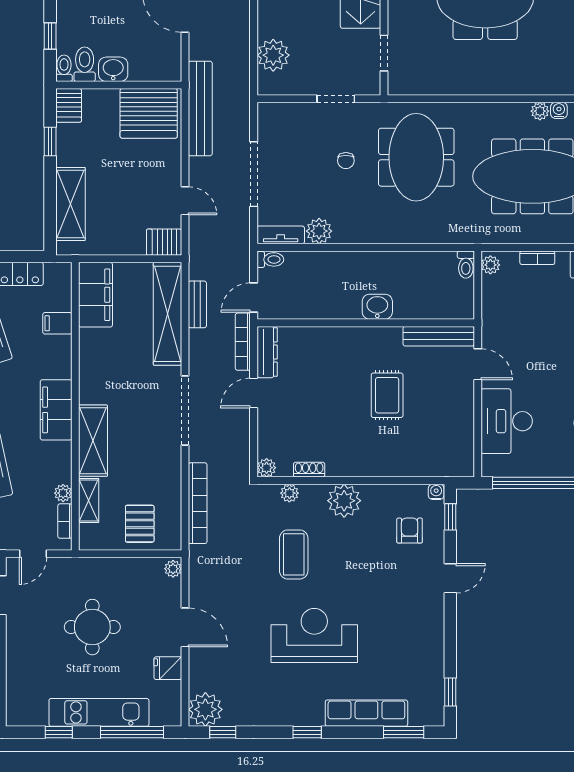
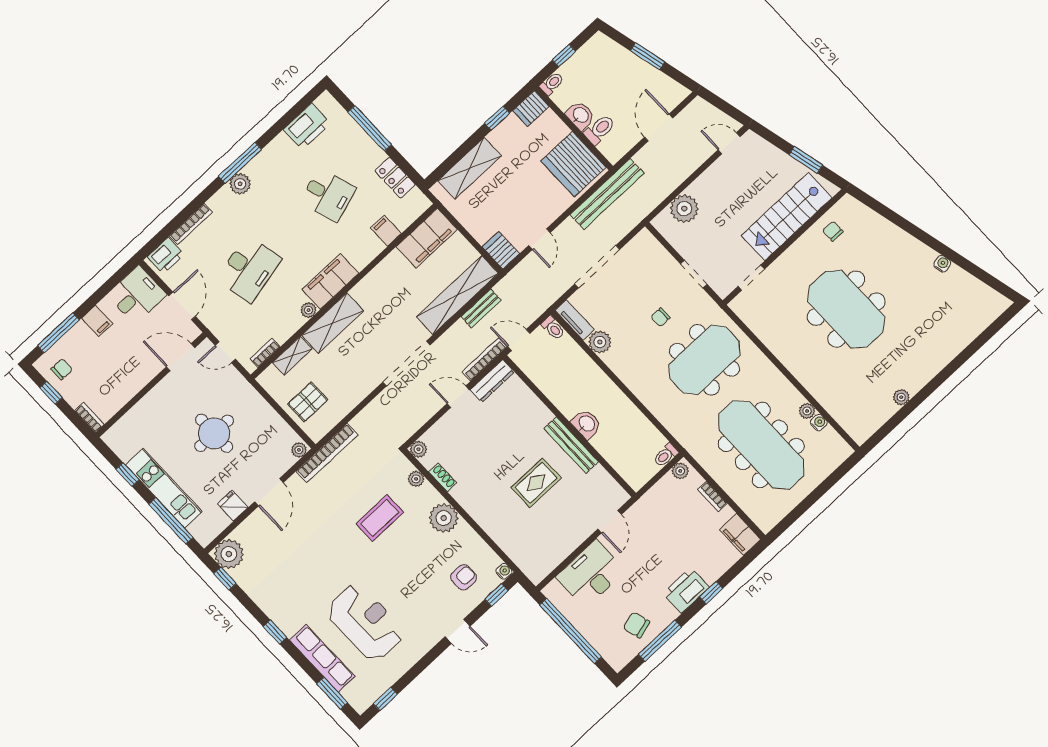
toilet: (85, 64) -> (600, 130), moved
bench: (439, 336) -> (571, 445), moved
plant: (63, 493) -> (309, 310), moved
bookcase: (198, 503) -> (327, 453), moved
reception desk: (314, 635) -> (365, 622), moved

